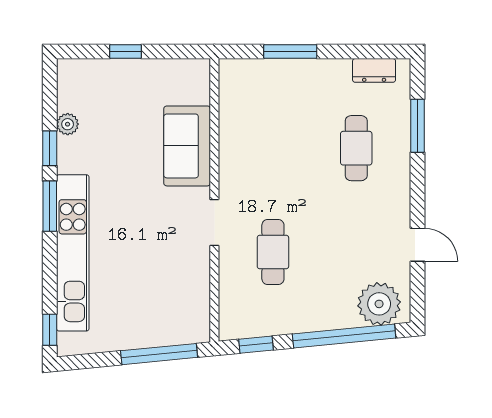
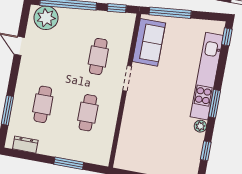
plant: (68, 124) -> (200, 126), moved
sofa: (187, 146) -> (149, 42), moved
window: (50, 148) -> (206, 151), moved
cafe table: (273, 148) -> (88, 113), added

